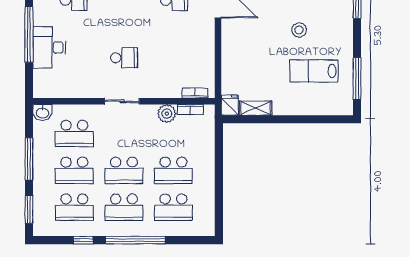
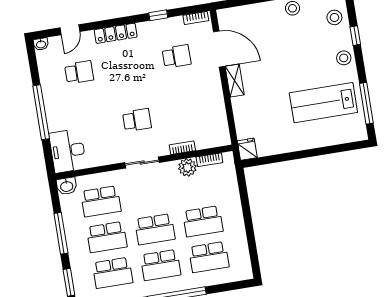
stool: (299, 30) -> (344, 58), moved
desk: (49, 48) -> (68, 151), moved
lab bench: (314, 71) -> (323, 103), width x1.36, depth x1.39
bookcase: (195, 93) -> (182, 148), moved
shelving: (256, 108) -> (235, 80), moved, turned 90

